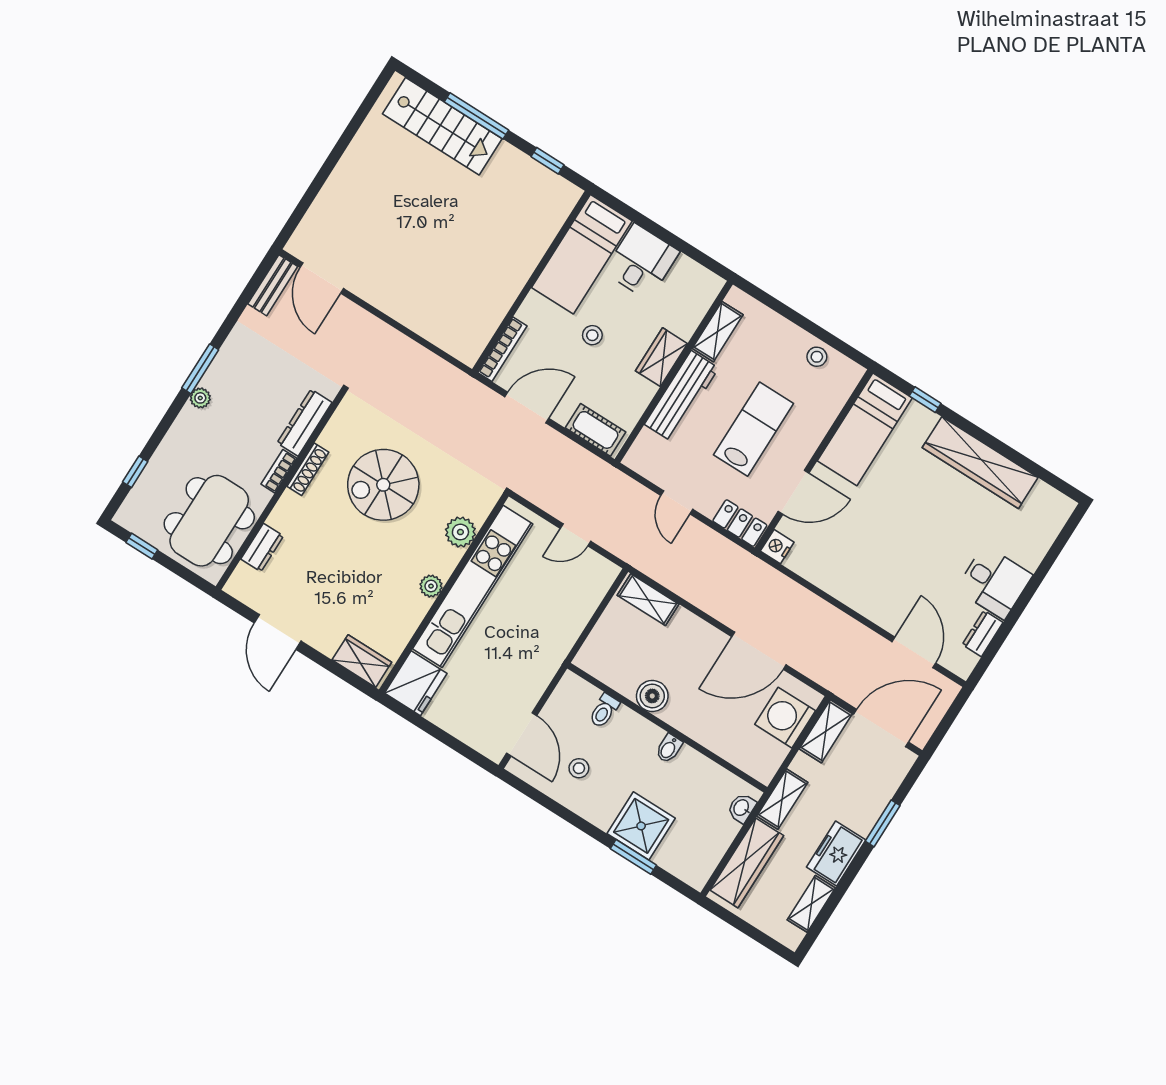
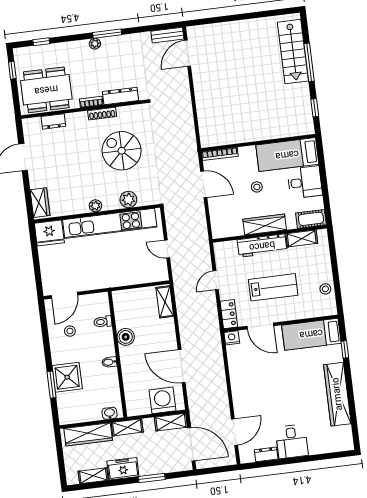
wardrobe: (661, 357) -> (265, 225), width x1.50
cot: (596, 430) -> (311, 219), moved, turned 90

